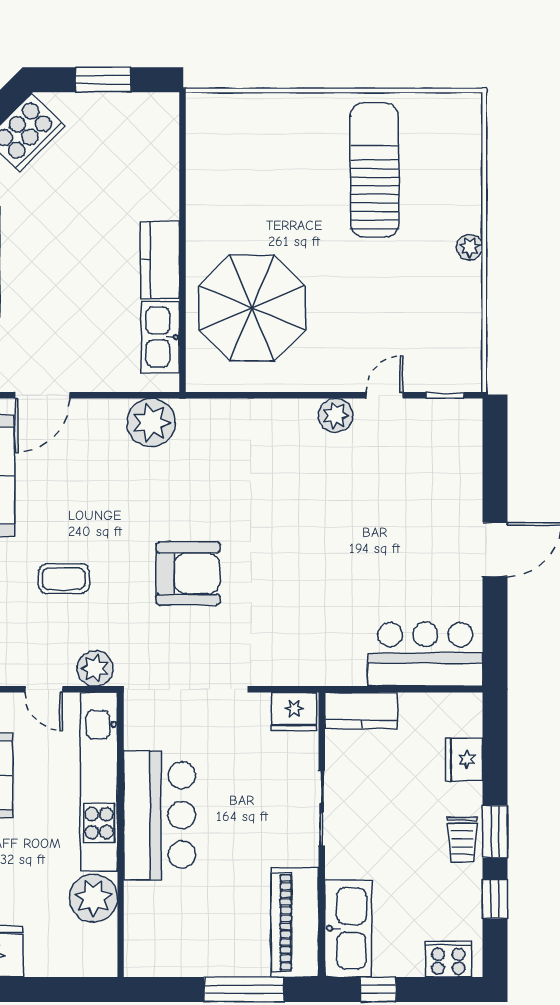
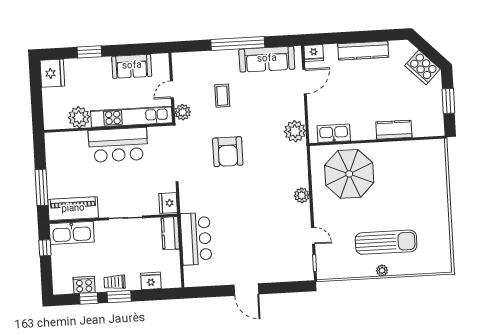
sun lounger: (375, 170) -> (386, 242), moved
kitchen counter: (160, 260) -> (394, 130), moved
door: (42, 395) -> (304, 81), swing flipped
plant: (336, 415) -> (302, 195), moved
bar counter: (425, 654) -> (196, 239), moved
cooker: (448, 959) -> (84, 285), moved, turned -90

